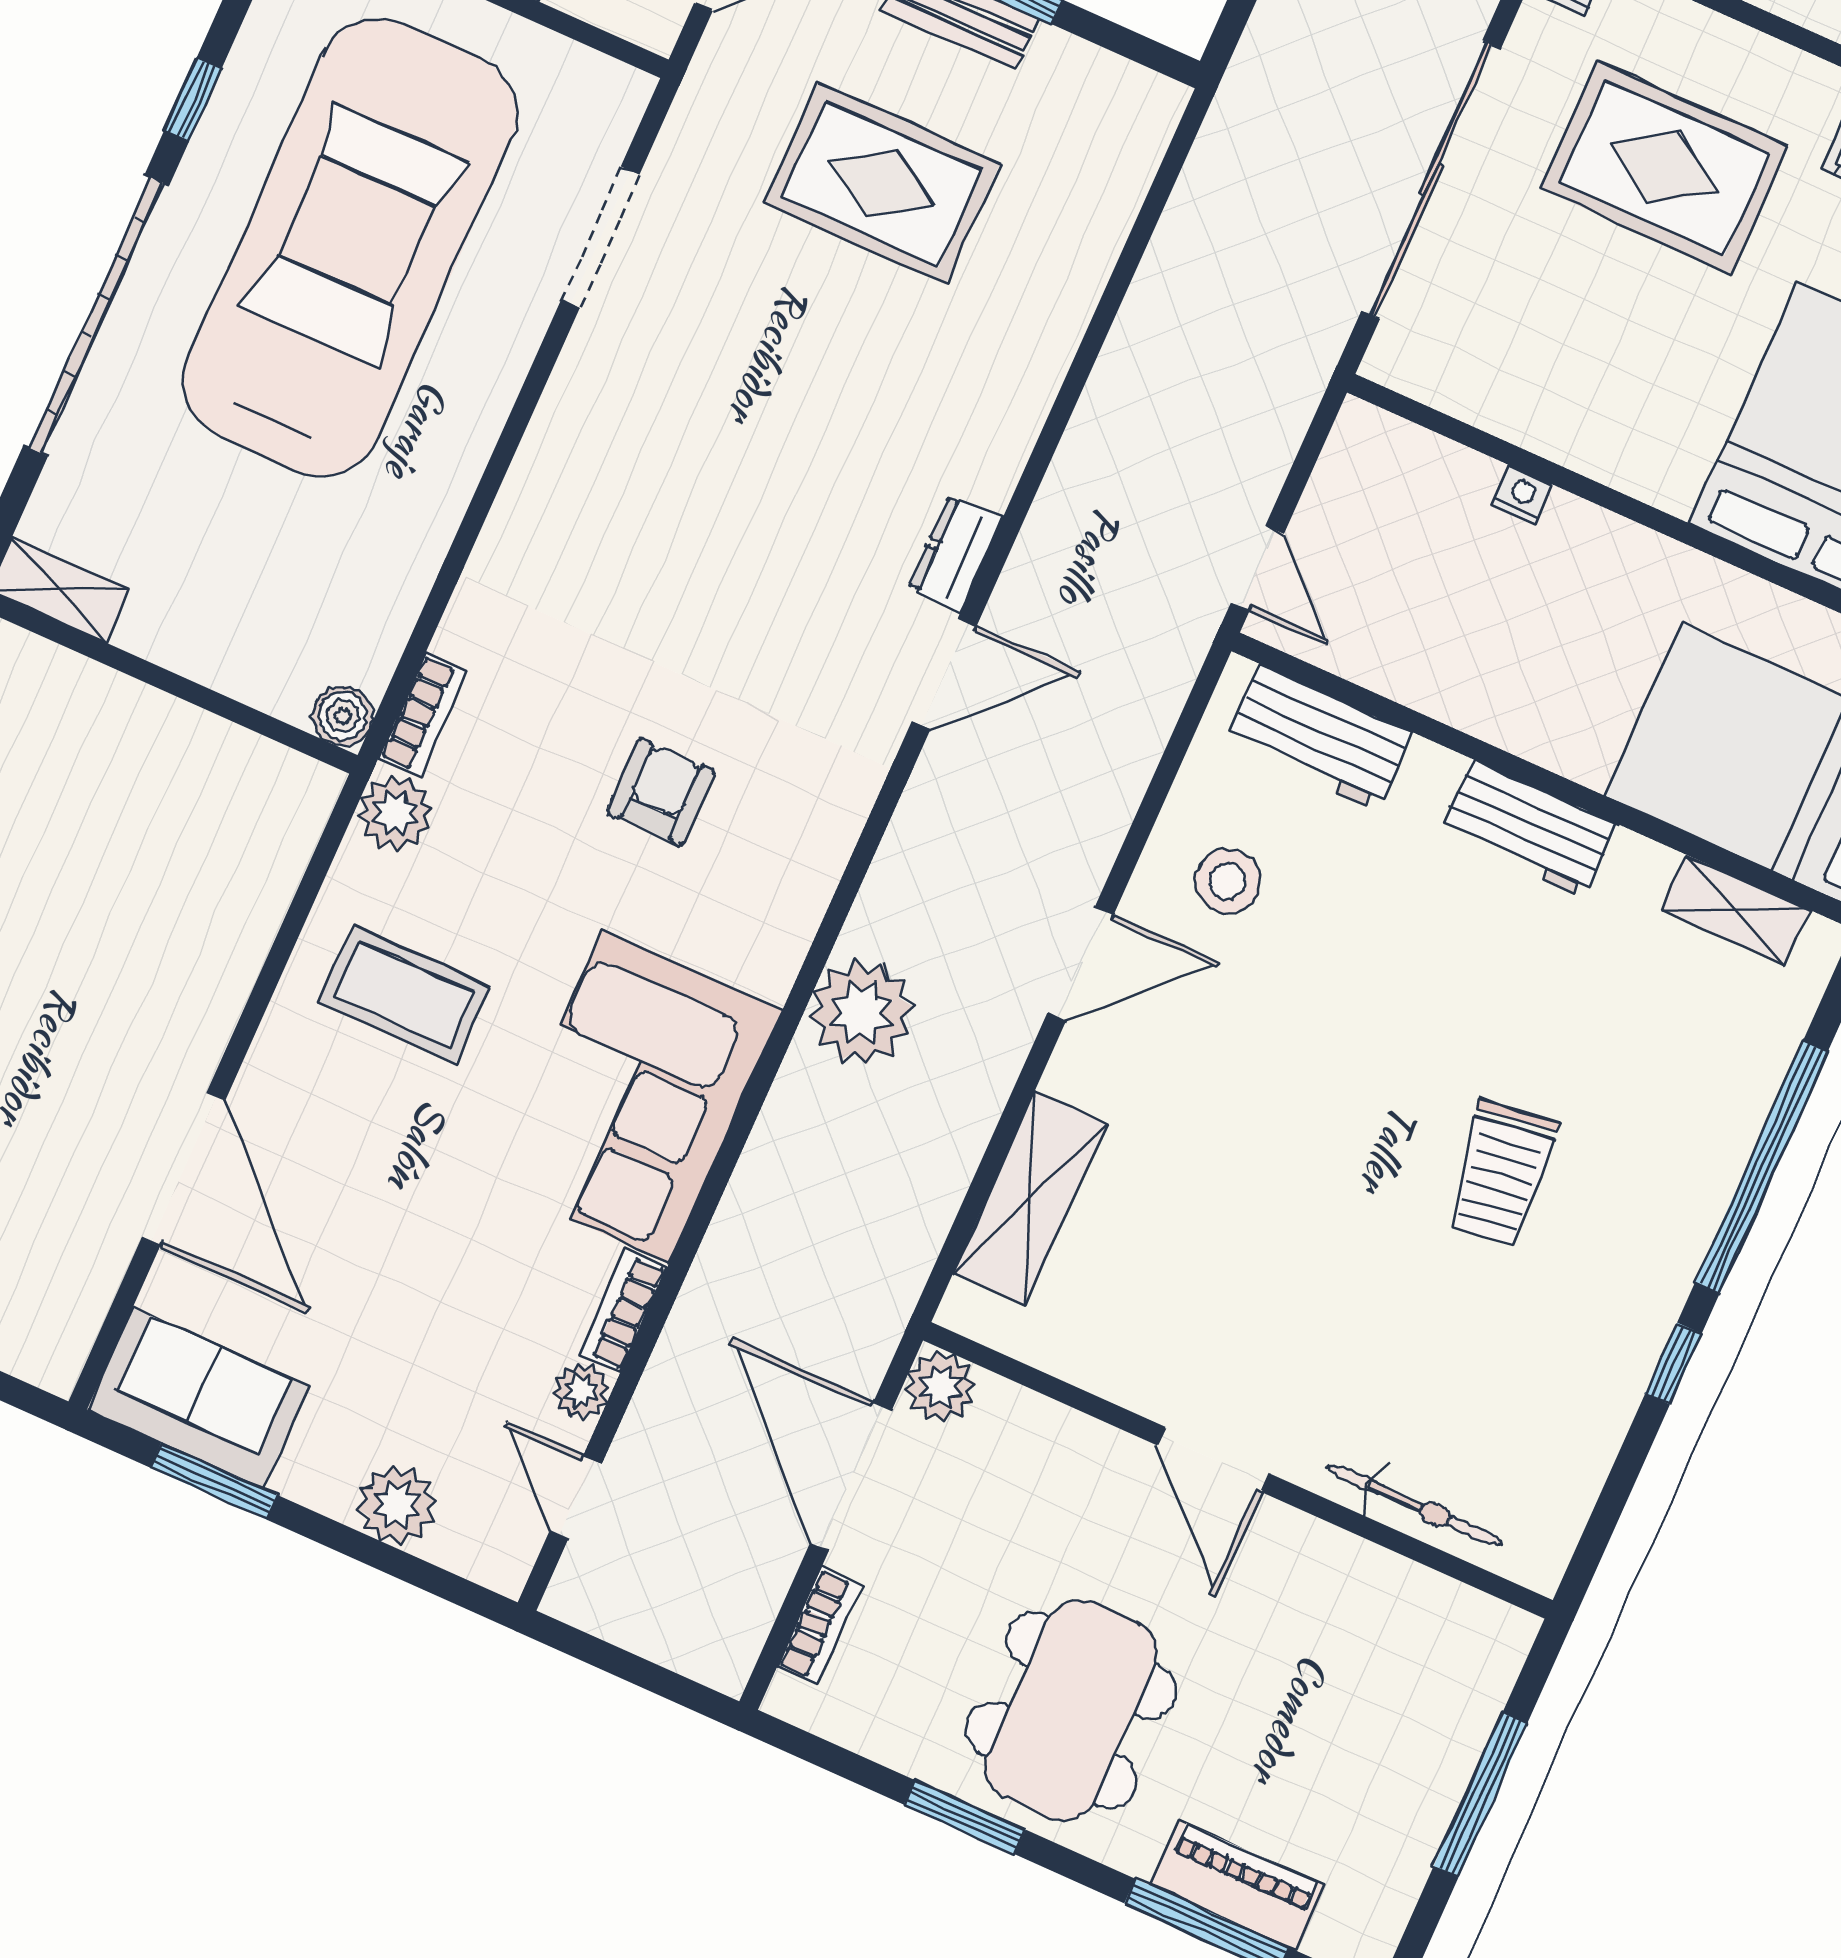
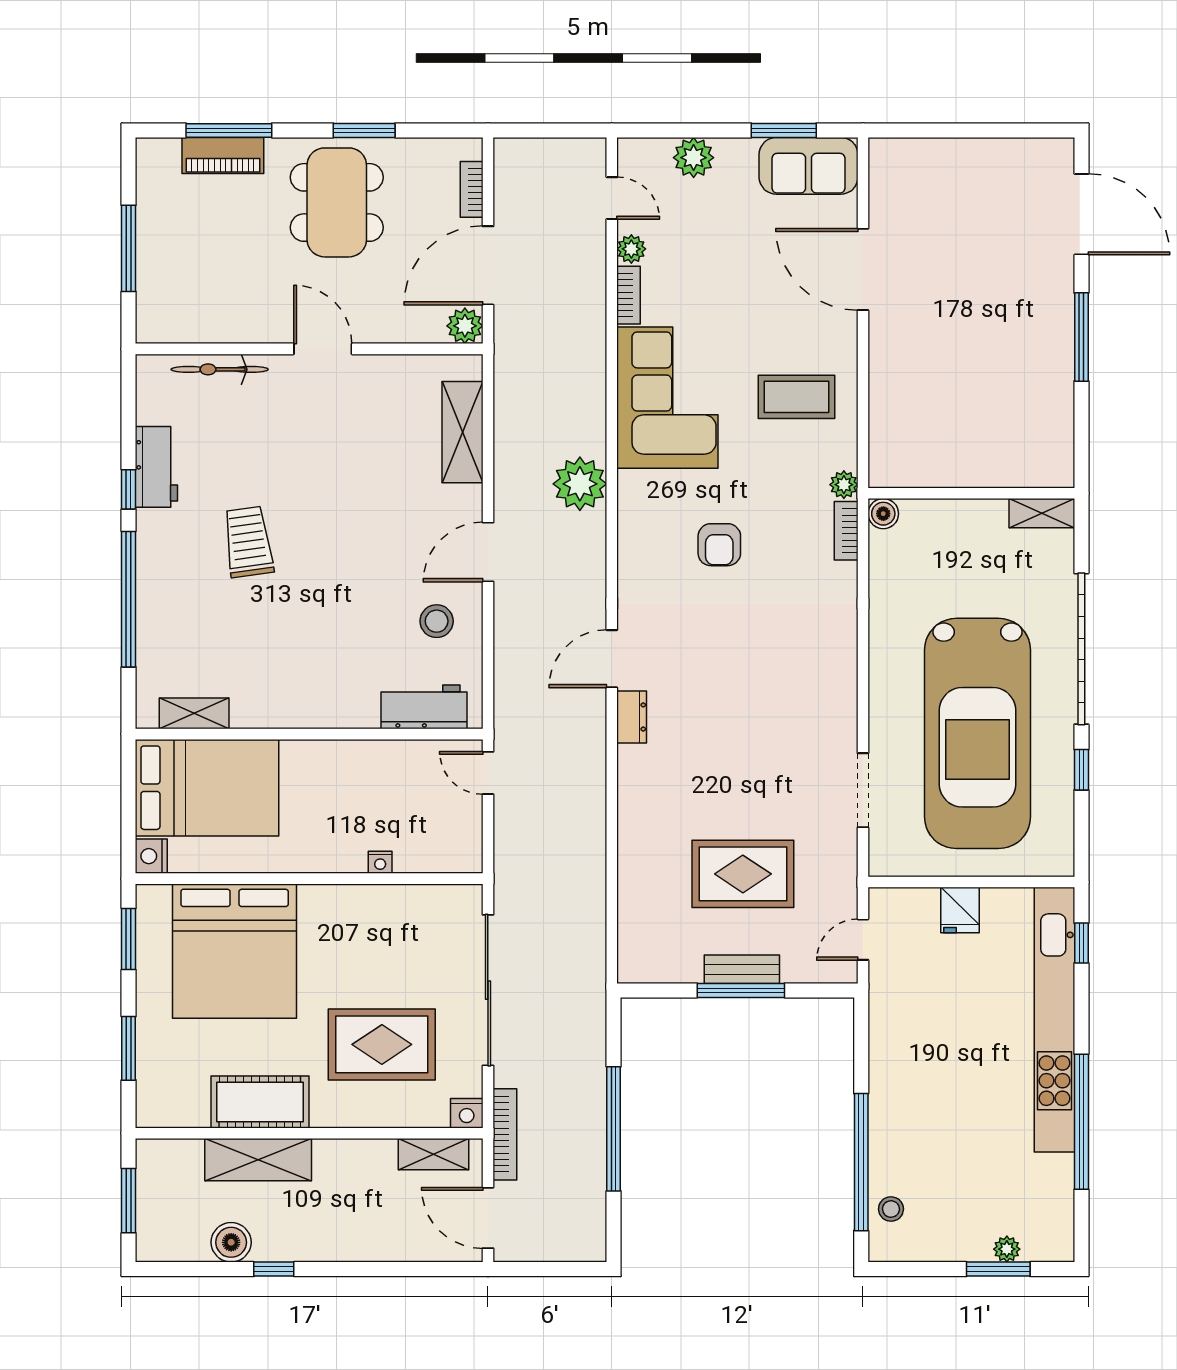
plant: (395, 813) -> (844, 485), width x0.73, depth x0.73
workbench: (1528, 829) -> (156, 467), moved, turned 90
door: (851, 1476) -> (488, 265), swing flipped

